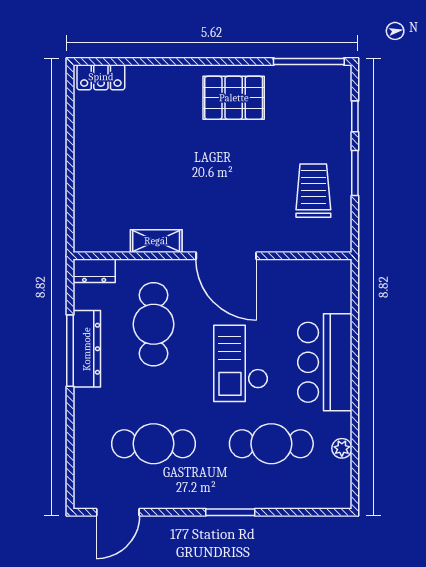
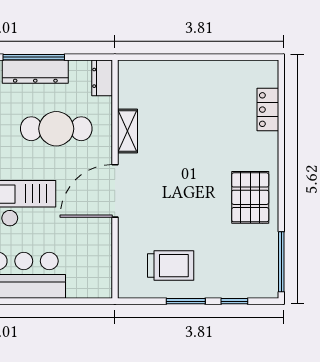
locker: (101, 77) -> (268, 110), moved

